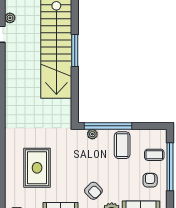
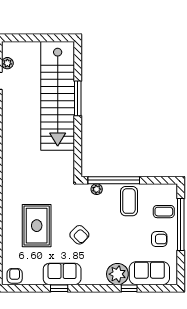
armchair: (150, 180) -> (159, 239), turned 90
armchair: (93, 191) -> (79, 235), moved

